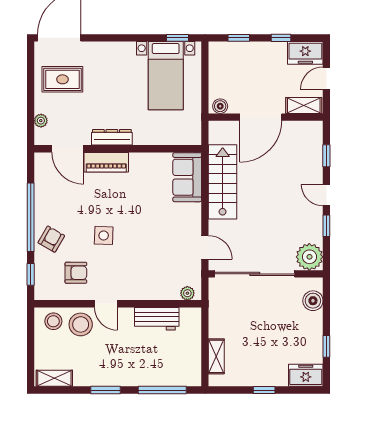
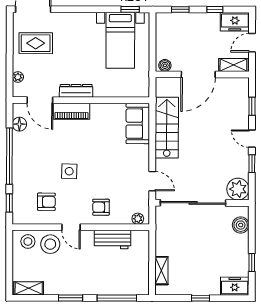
floor lamp: (43, 178) -> (19, 124), added
armchair: (51, 239) -> (101, 207), moved, turned -120

